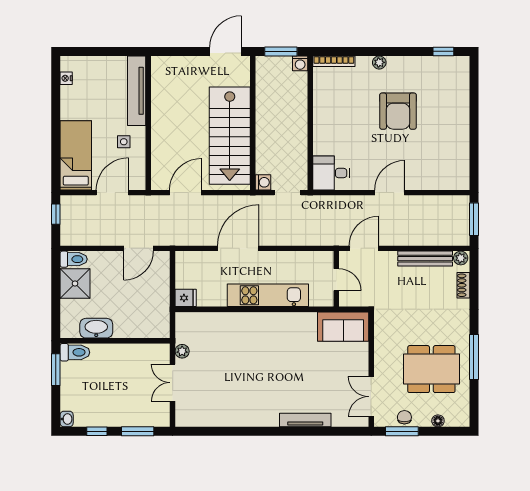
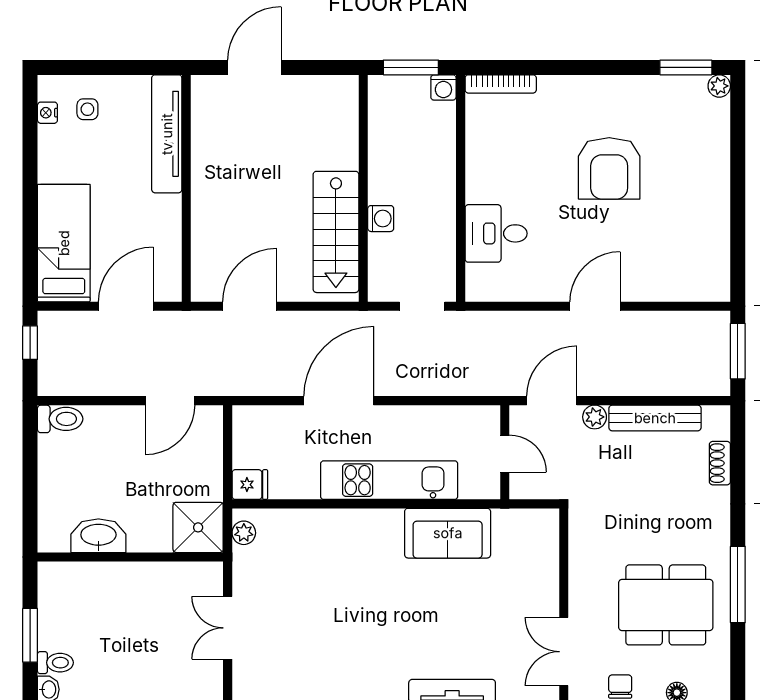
door: (226, 51) -> (254, 67), moved
window: (443, 51) -> (686, 67), width x1.50
plant: (379, 62) -> (719, 86), moved
stairs: (230, 136) -> (336, 232), width x0.73, depth x0.66
side table: (124, 142) -> (87, 109), moved
desk: (331, 173) -> (496, 233), moved
washing machine: (263, 182) -> (381, 219), moved
plant: (461, 258) -> (595, 417), moved
shower: (75, 284) -> (198, 527), moved
sofa: (343, 327) -> (448, 533), moved
plant: (182, 351) -> (244, 533), moved
toilet: (75, 352) -> (55, 663), moved, width x0.73, depth x0.72
window: (56, 370) -> (30, 635), moved

